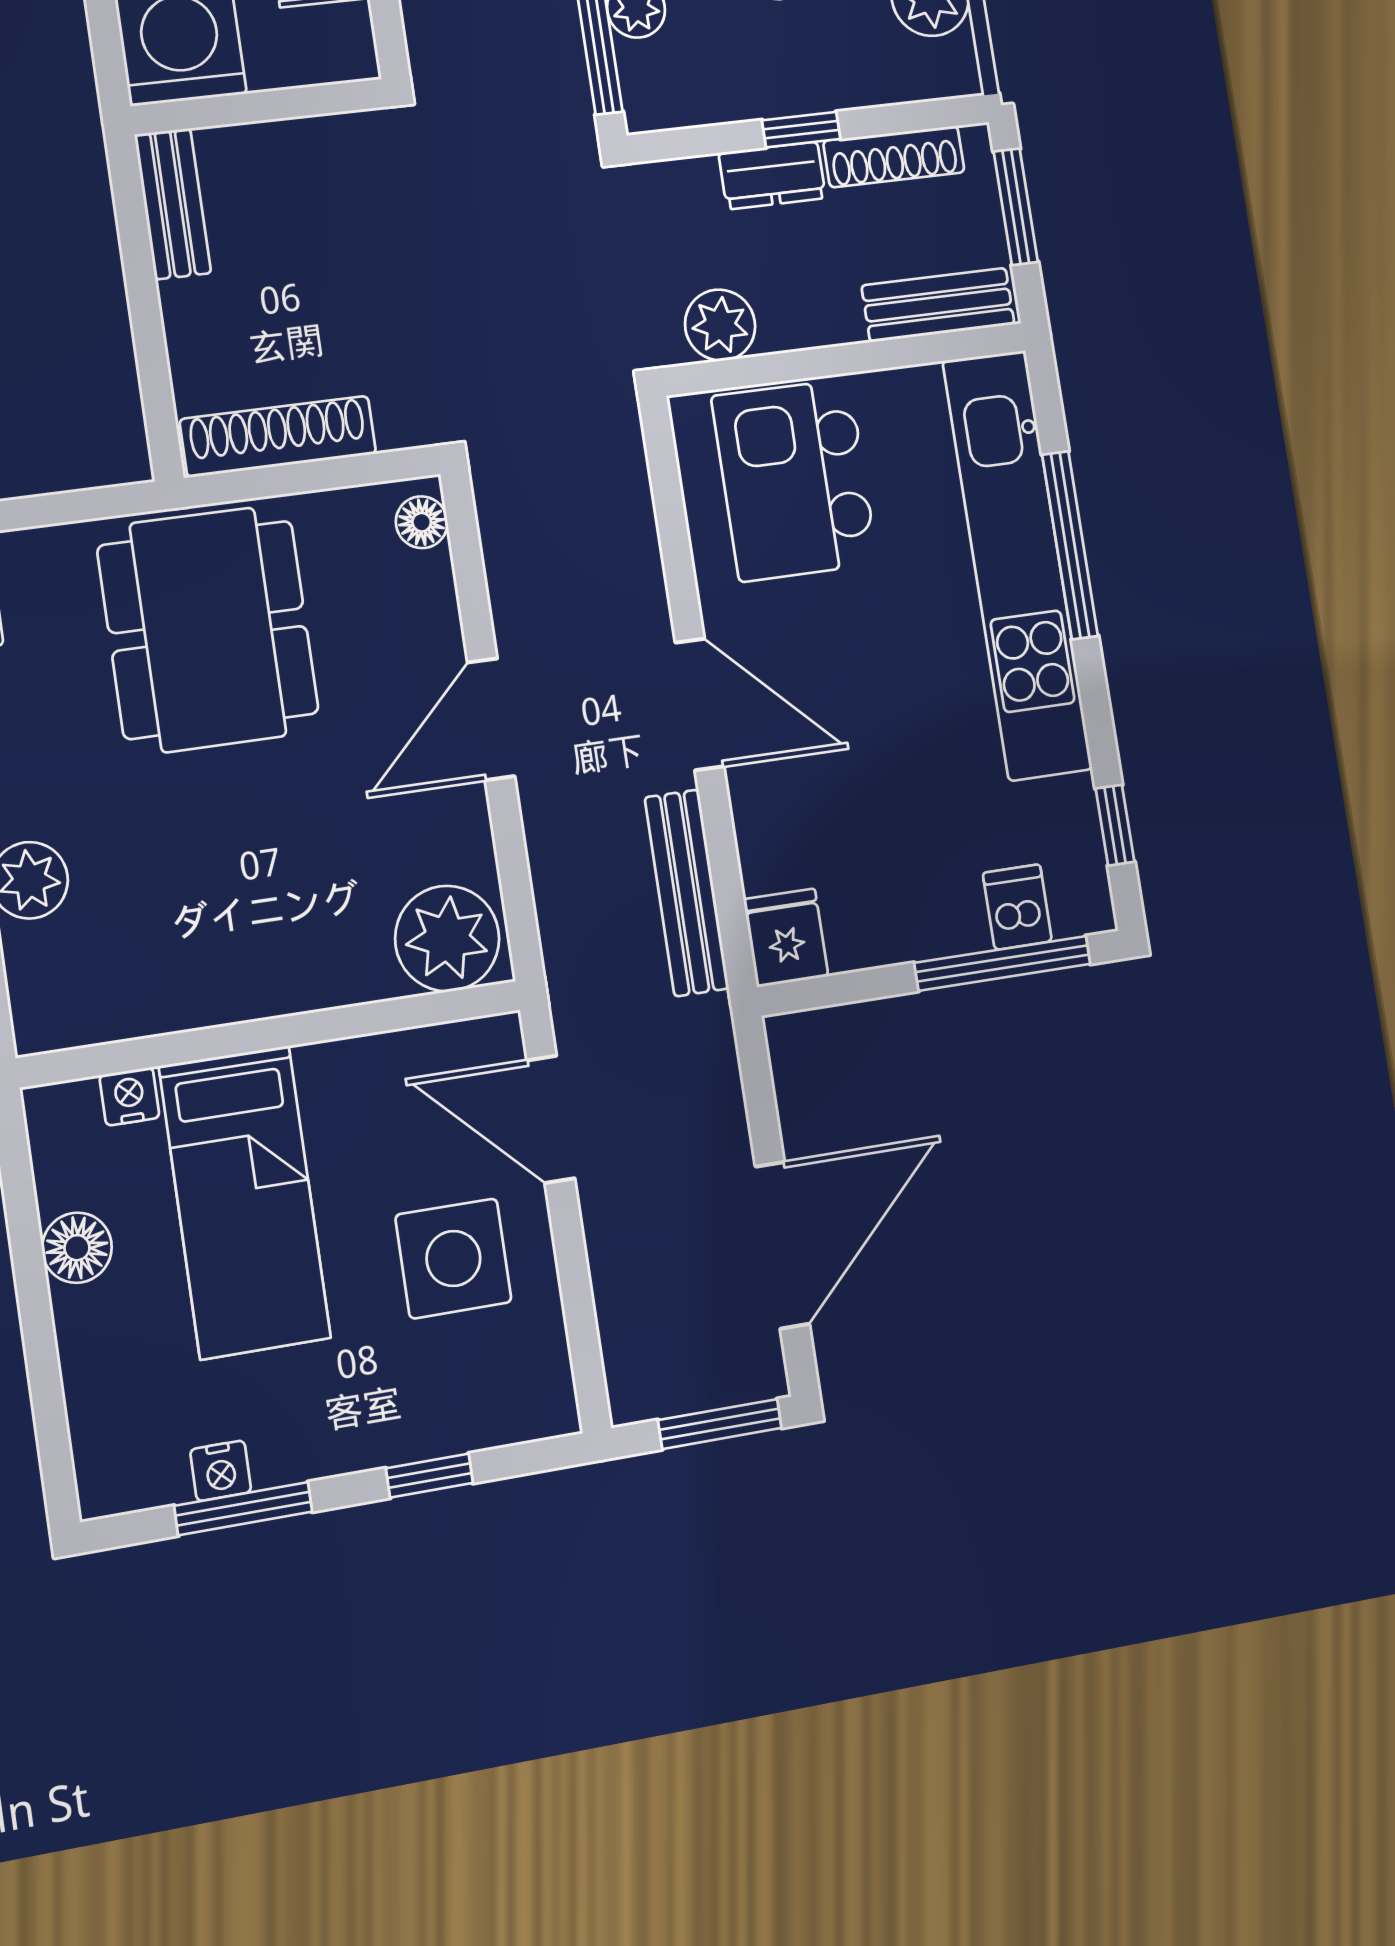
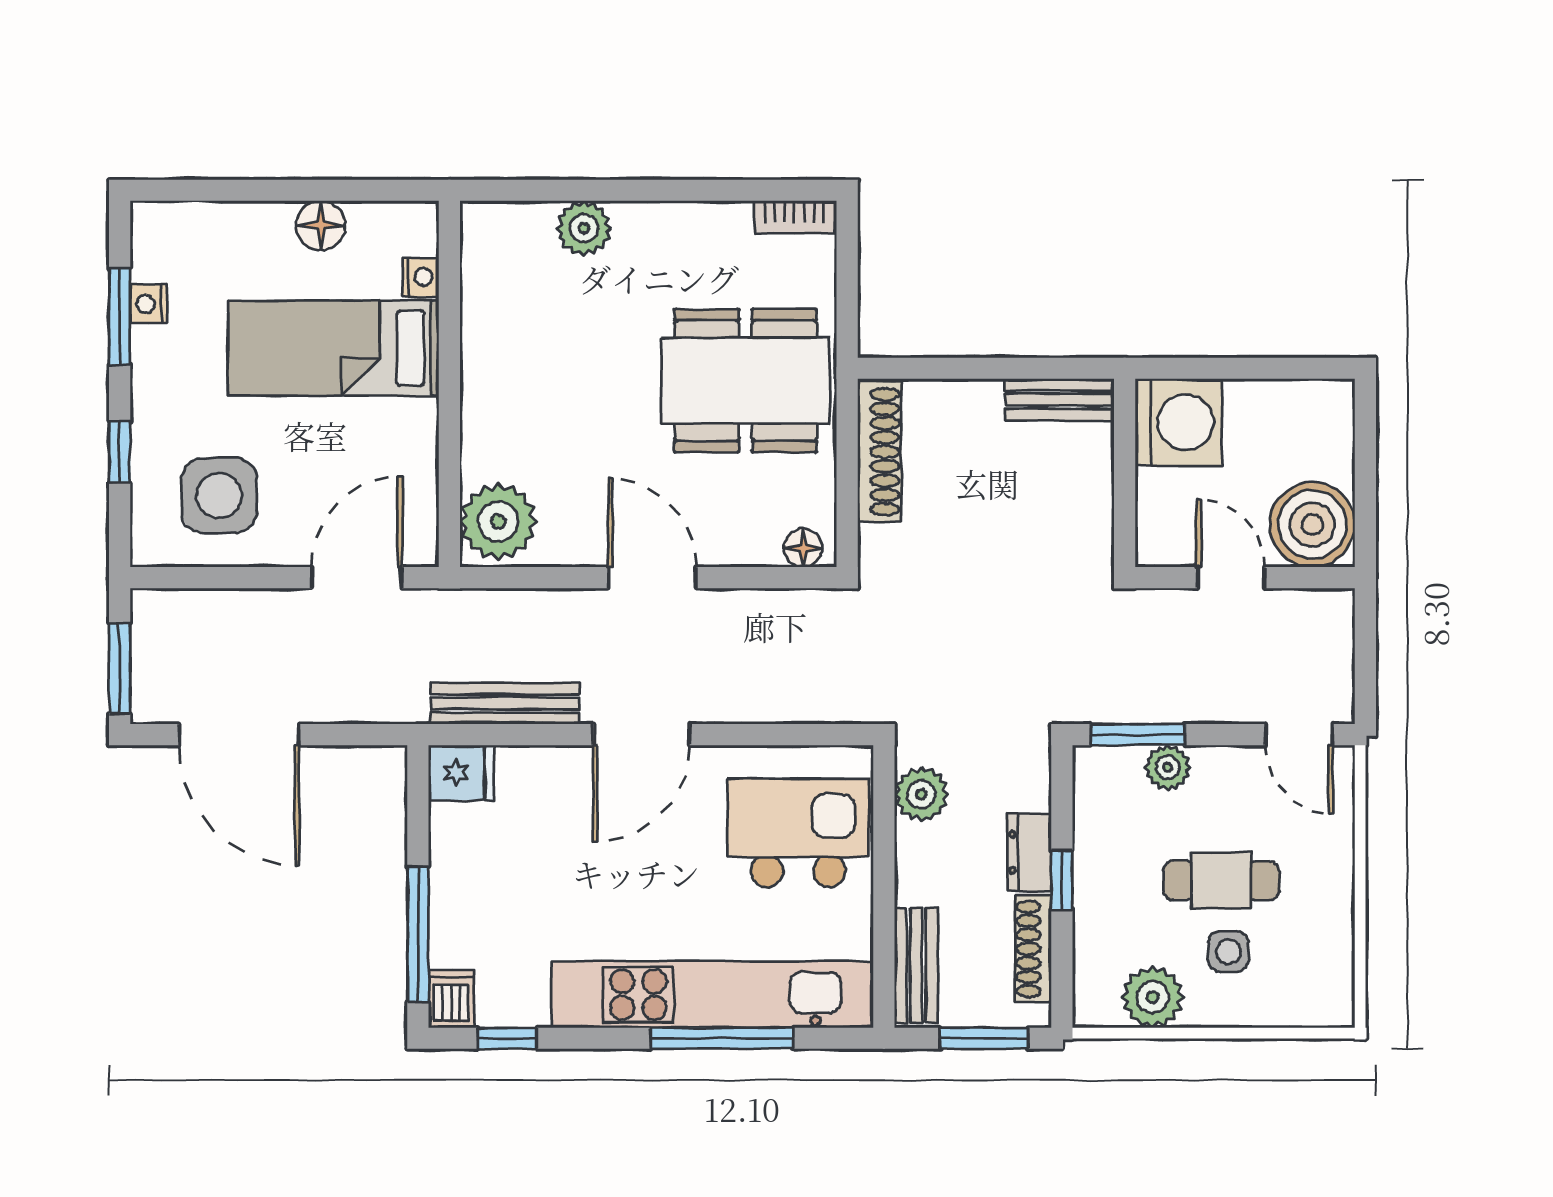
dishwasher: (1017, 907) -> (451, 999), moved, turned -90
side table: (453, 1258) -> (219, 496), moved

